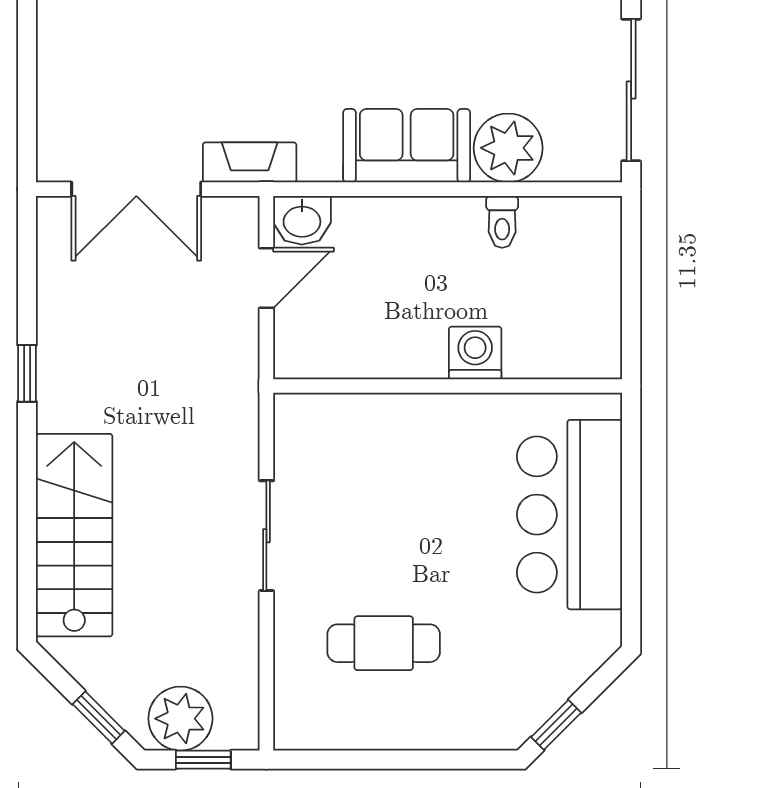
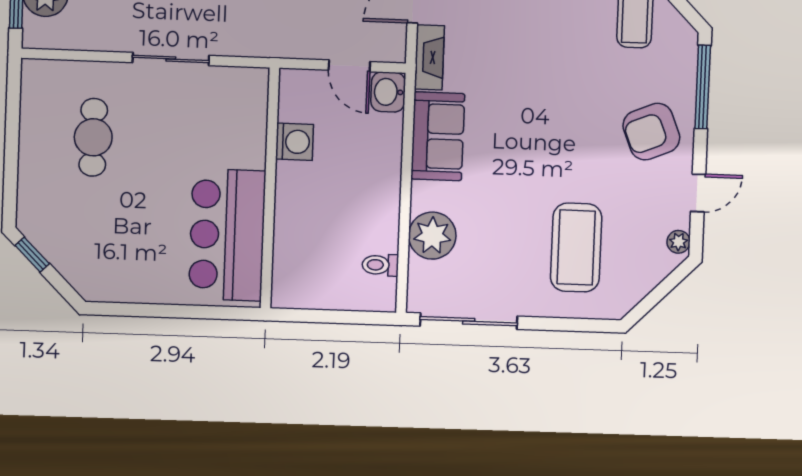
sofa: (407, 146) -> (438, 136), moved
toilet: (502, 222) -> (380, 265), moved
washing machine: (475, 353) -> (295, 142), moved
bar counter: (569, 515) -> (227, 235), moved, turned -90

